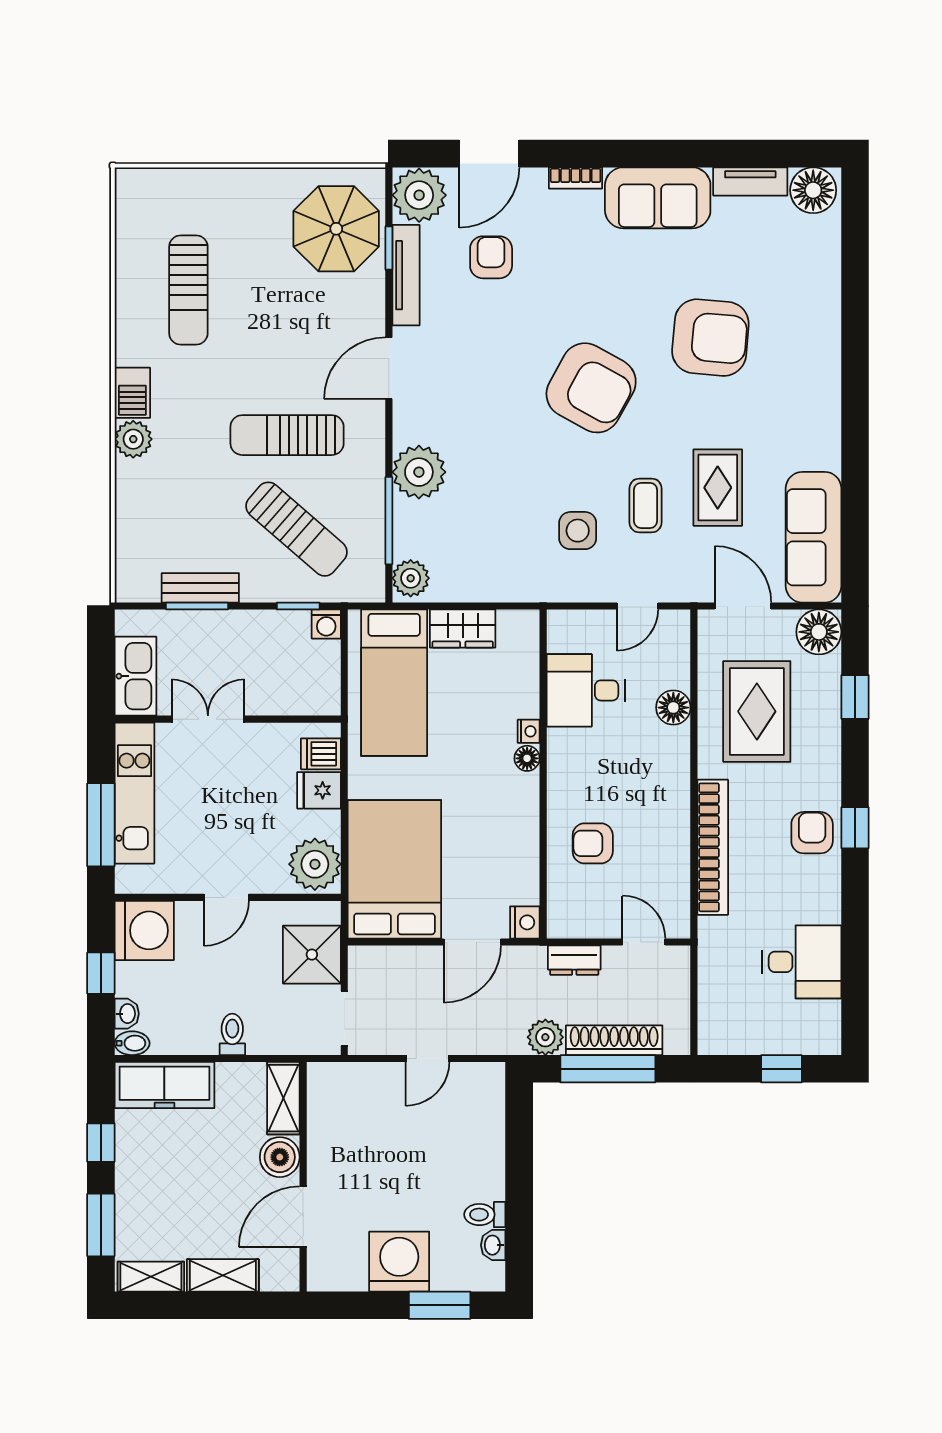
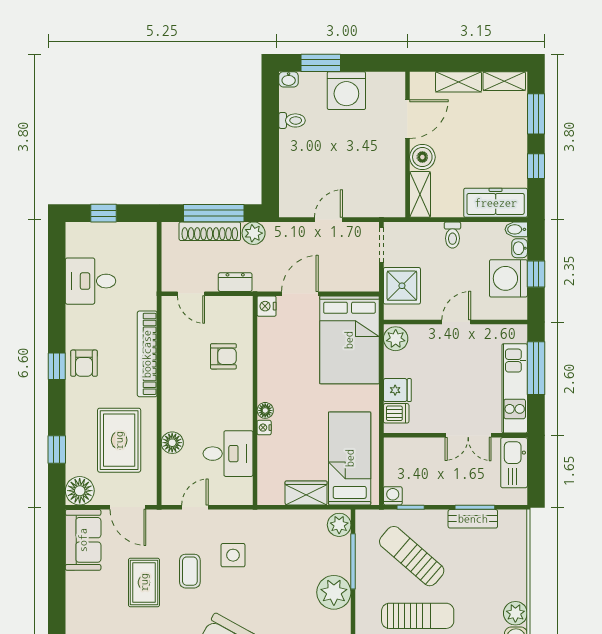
sofa: (814, 537) -> (83, 540), width x0.73
plant: (315, 864) -> (396, 339), width x0.73, depth x0.73
washing machine: (144, 930) -> (508, 278), moved
washbasin: (493, 1245) -> (289, 79), moved, turned 90

